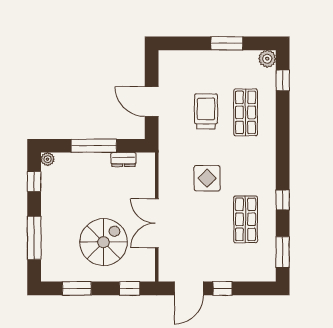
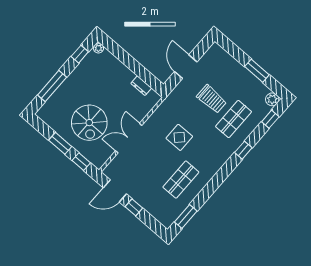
trolley: (206, 111) -> (212, 99), turned 90
window: (94, 146) -> (131, 63), removed
window: (283, 200) -> (243, 150), moved
spiral stairs: (104, 242) -> (89, 123), turned 90
window: (77, 288) -> (60, 143), moved

